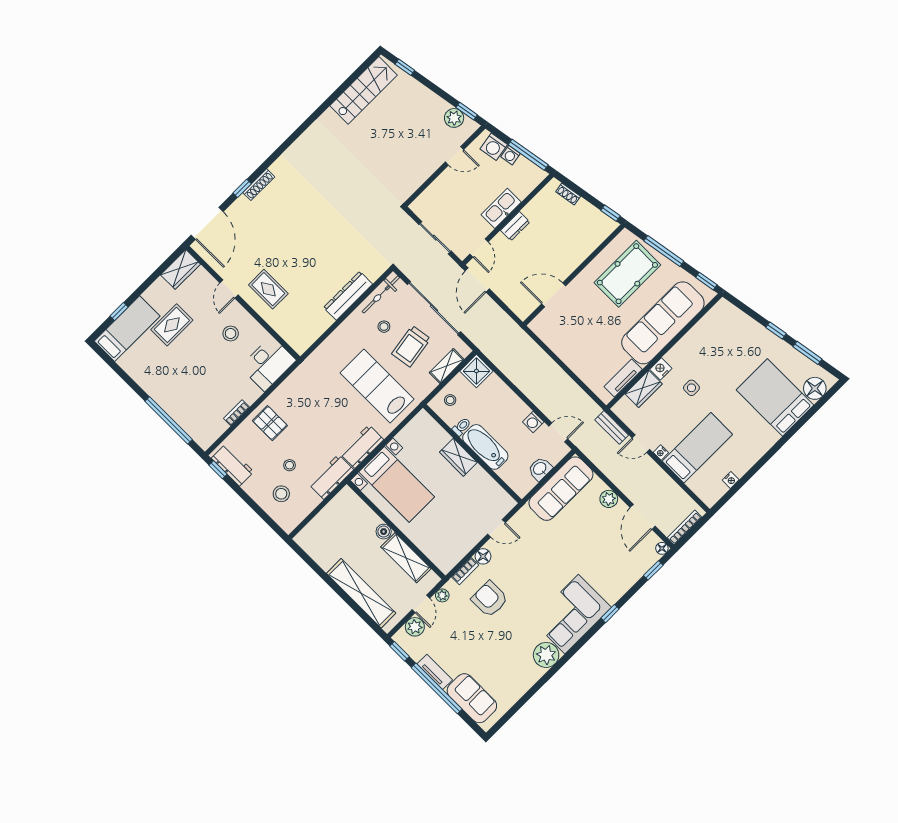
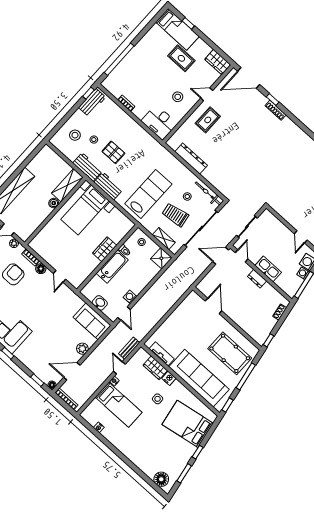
door: (479, 248) -> (242, 256), swing flipped
dresser: (348, 296) -> (191, 159), moved
bed: (775, 398) -> (188, 424), moved, turned -100
pallet: (270, 423) -> (113, 152), moved, turned 90
sofa: (561, 489) -> (92, 321), width x0.73
shelving: (406, 558) -> (67, 185), moved

